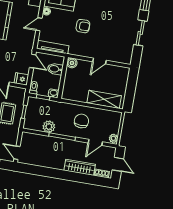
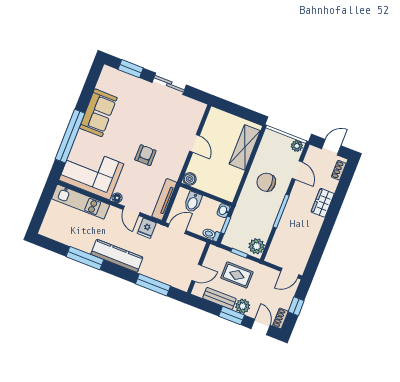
fridge: (21, 79) -> (147, 228), moved
plant: (49, 127) -> (257, 246), moved
wardrobe: (80, 167) -> (323, 203), width x0.67

